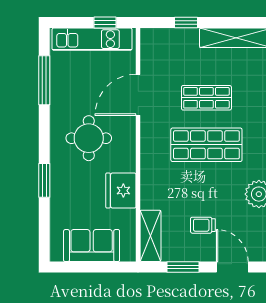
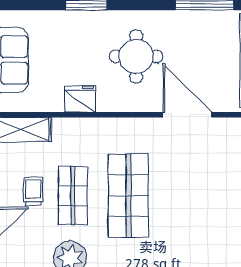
shop shelf: (206, 98) -> (73, 196), moved
fridge: (121, 191) -> (80, 99), width x0.73, depth x0.75

